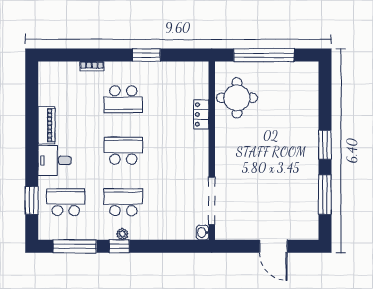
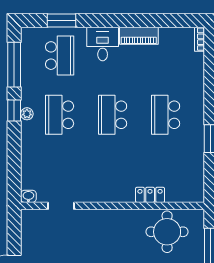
bookcase: (92, 66) -> (200, 39), moved
school desk: (123, 151) -> (113, 115), turned 180
doorway: (212, 201) -> (61, 206), width x0.53
school desk: (123, 202) -> (60, 115), turned 180

